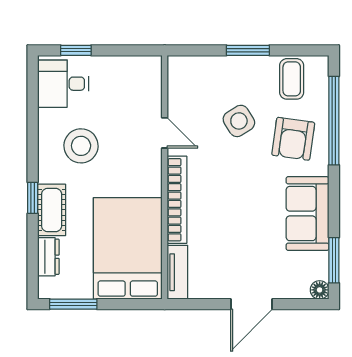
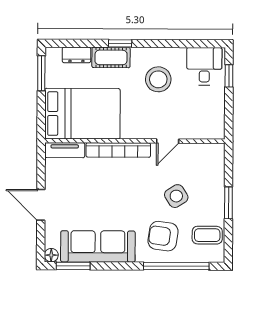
sofa: (307, 214) -> (98, 246), width x1.36

